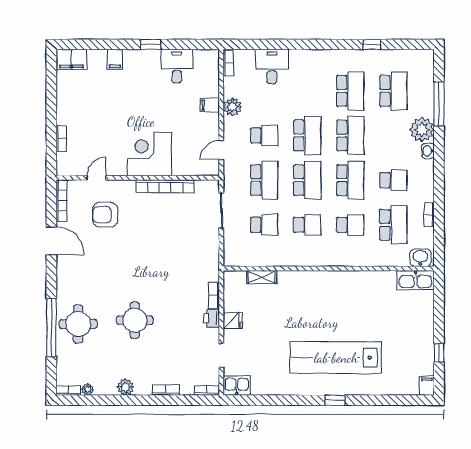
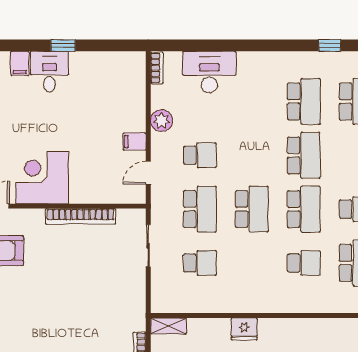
desk: (177, 66) -> (49, 72), moved
desk: (272, 67) -> (209, 72), width x1.37
filing cabinet: (210, 105) -> (134, 142), moved
school desk: (307, 136) -> (252, 155), removed
corner desk: (149, 154) -> (42, 178), moved
school desk: (307, 225) -> (252, 263), removed
shelving: (262, 277) -> (168, 326), moved
fridge: (301, 280) -> (244, 329), added

